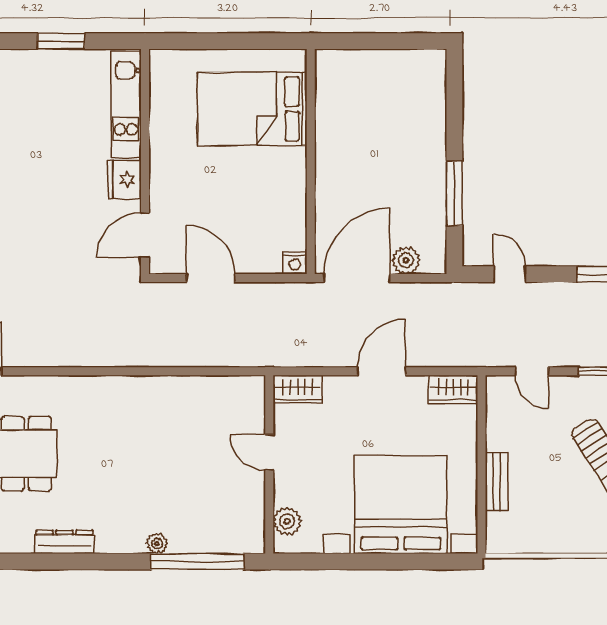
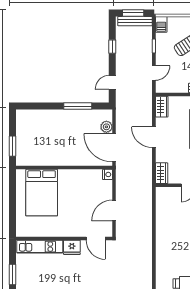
window: (361, 41) -> (13, 146), added

